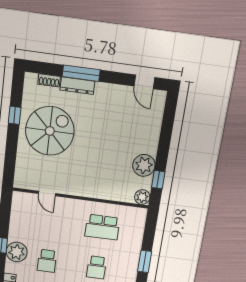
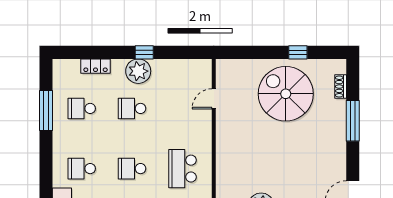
dresser: (77, 86) -> (339, 118), removed
spiral stairs: (50, 131) -> (286, 94), turned 180

